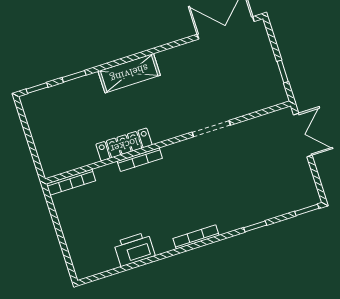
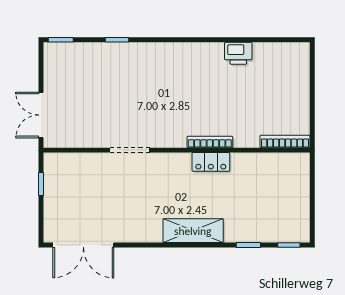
locker: (124, 145) -> (211, 162), width x0.66
bookcase: (196, 237) -> (179, 48), removed
printer: (134, 249) -> (238, 53), width x0.73, depth x0.84

